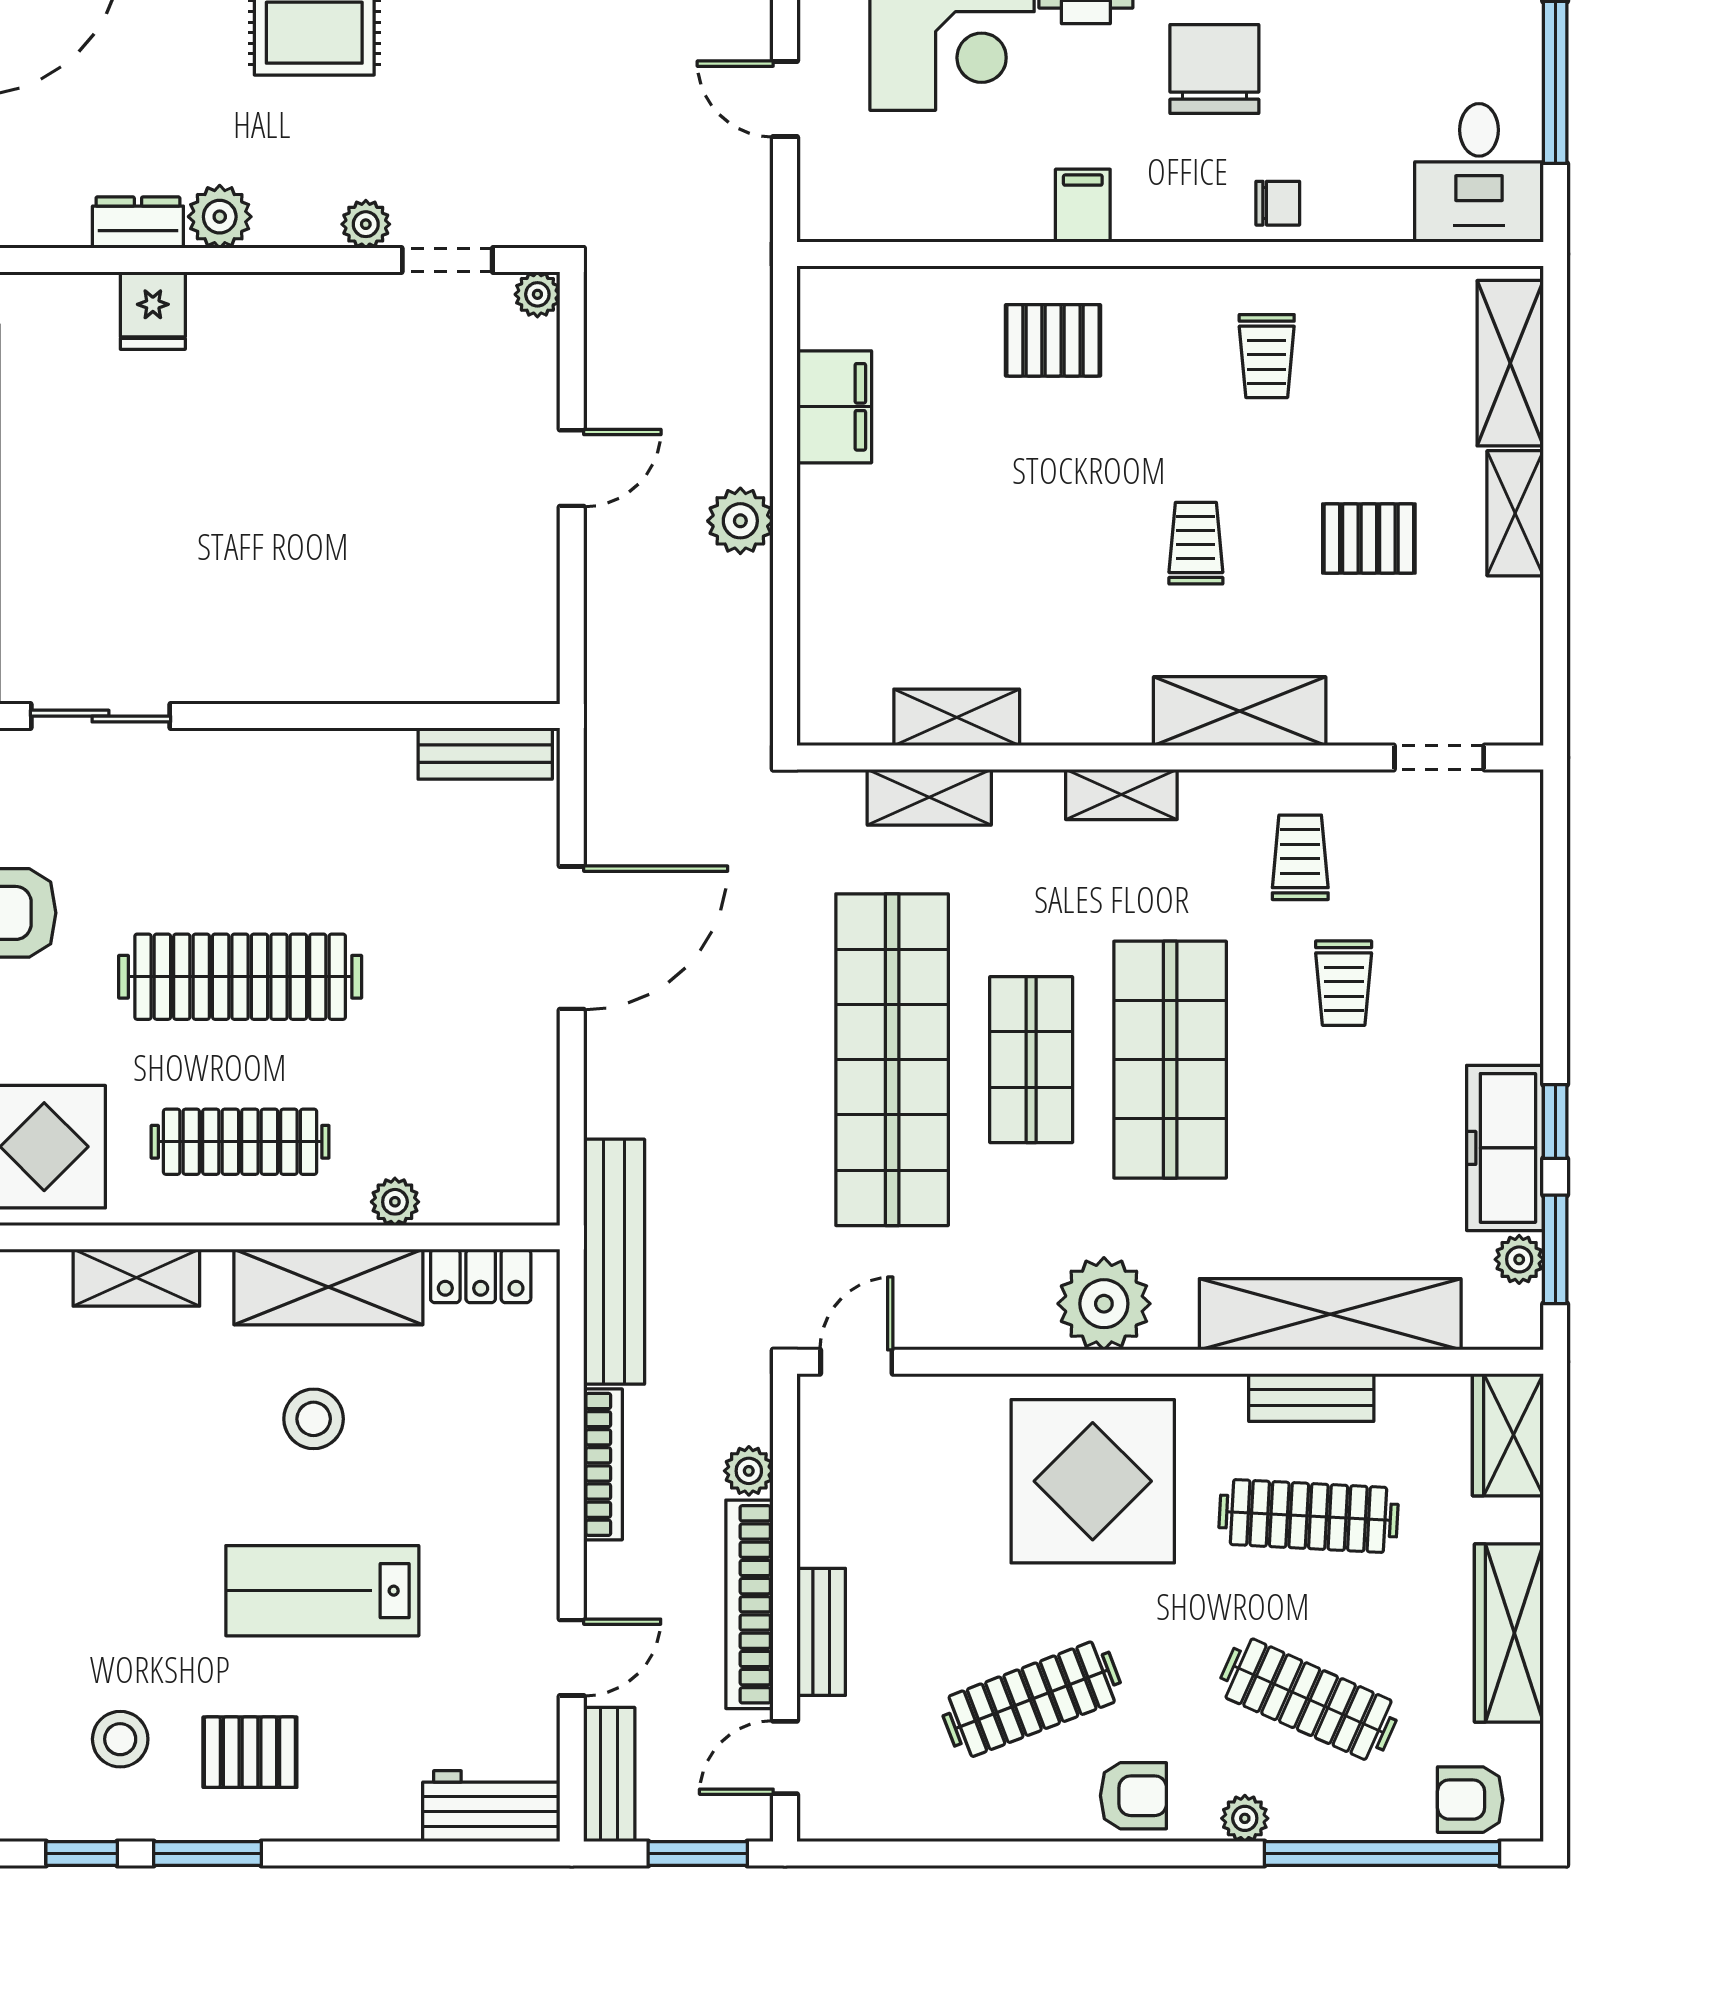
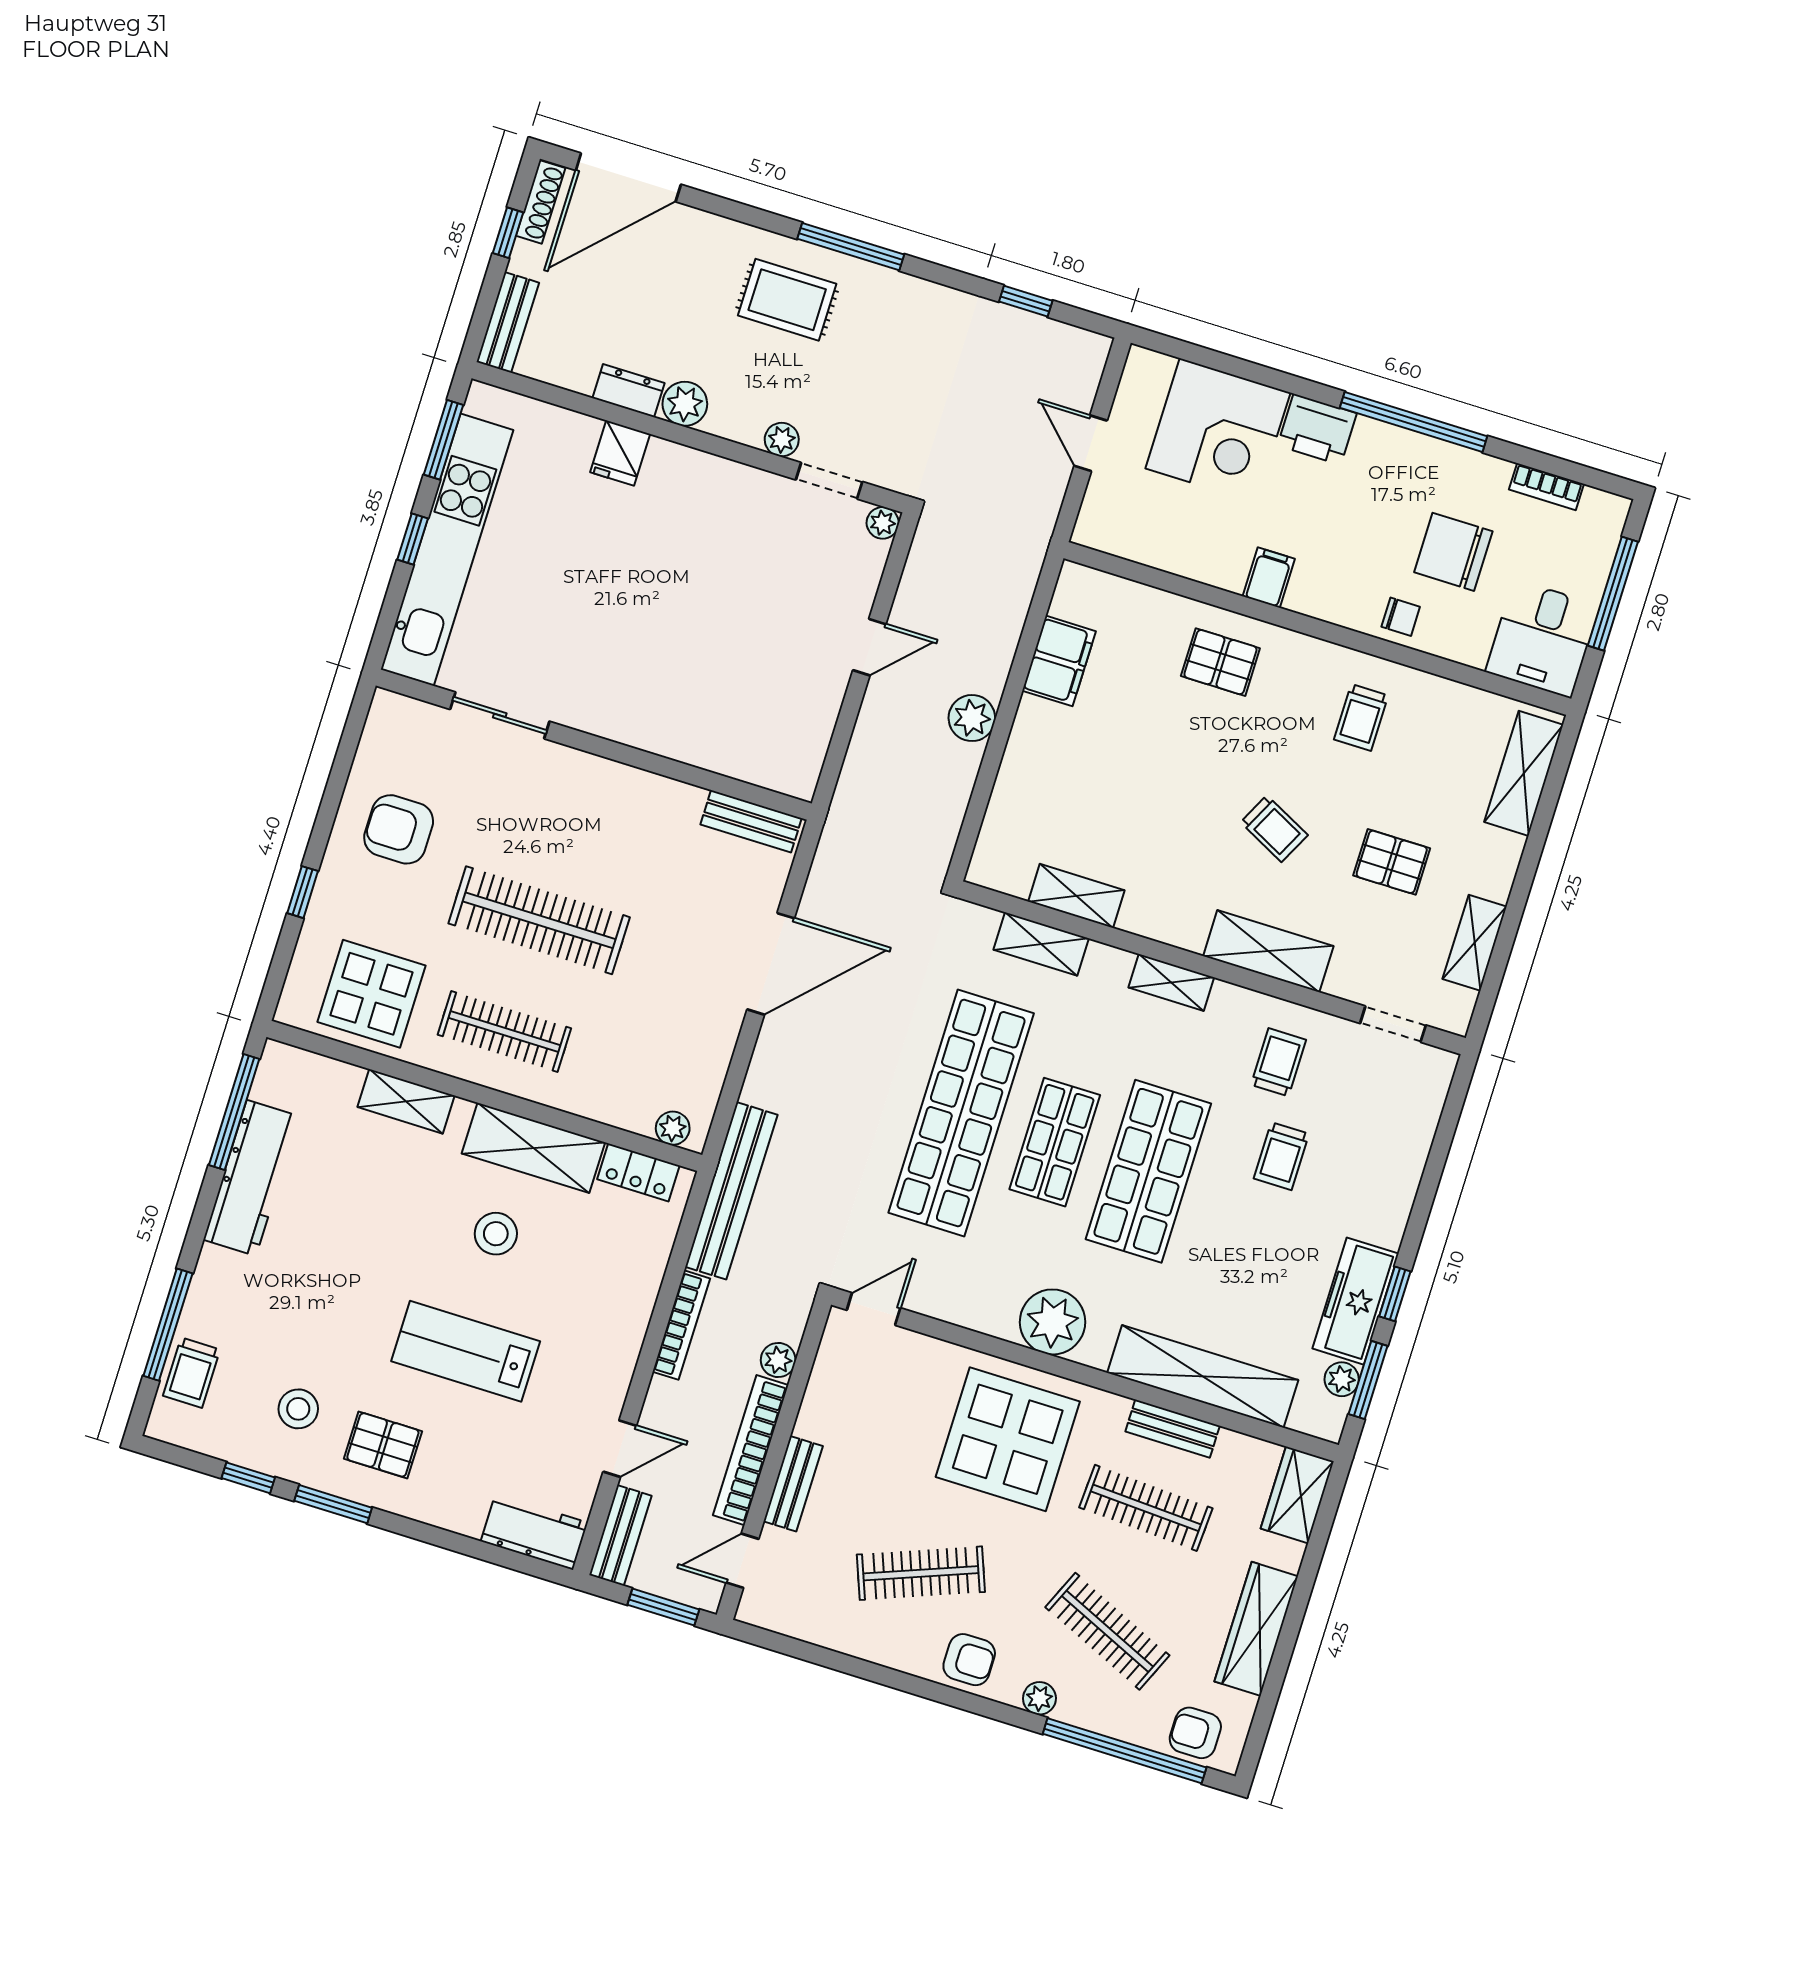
chair: (1214, 69) -> (1453, 552), moved, turned -90
shelving: (1515, 513) -> (1475, 943), moved
trolley: (1196, 543) -> (1274, 829), turned 117
plant: (395, 1202) -> (673, 1128), moved

